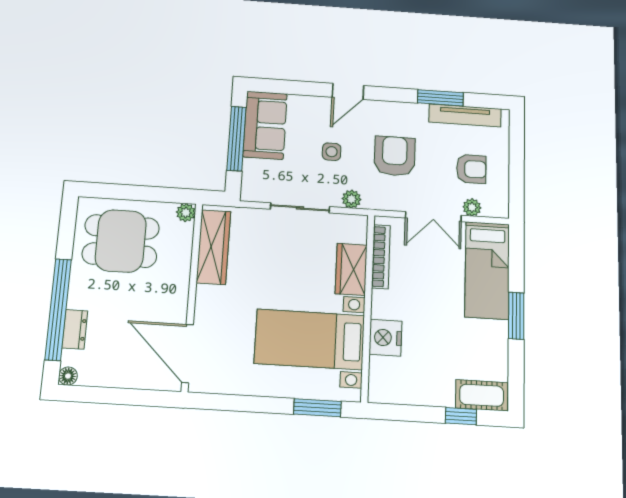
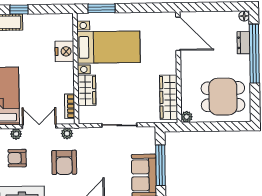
side table: (332, 152) -> (103, 162), removed
plant: (351, 199) -> (67, 133), moved
bookcase: (381, 257) -> (70, 106), width x0.64

